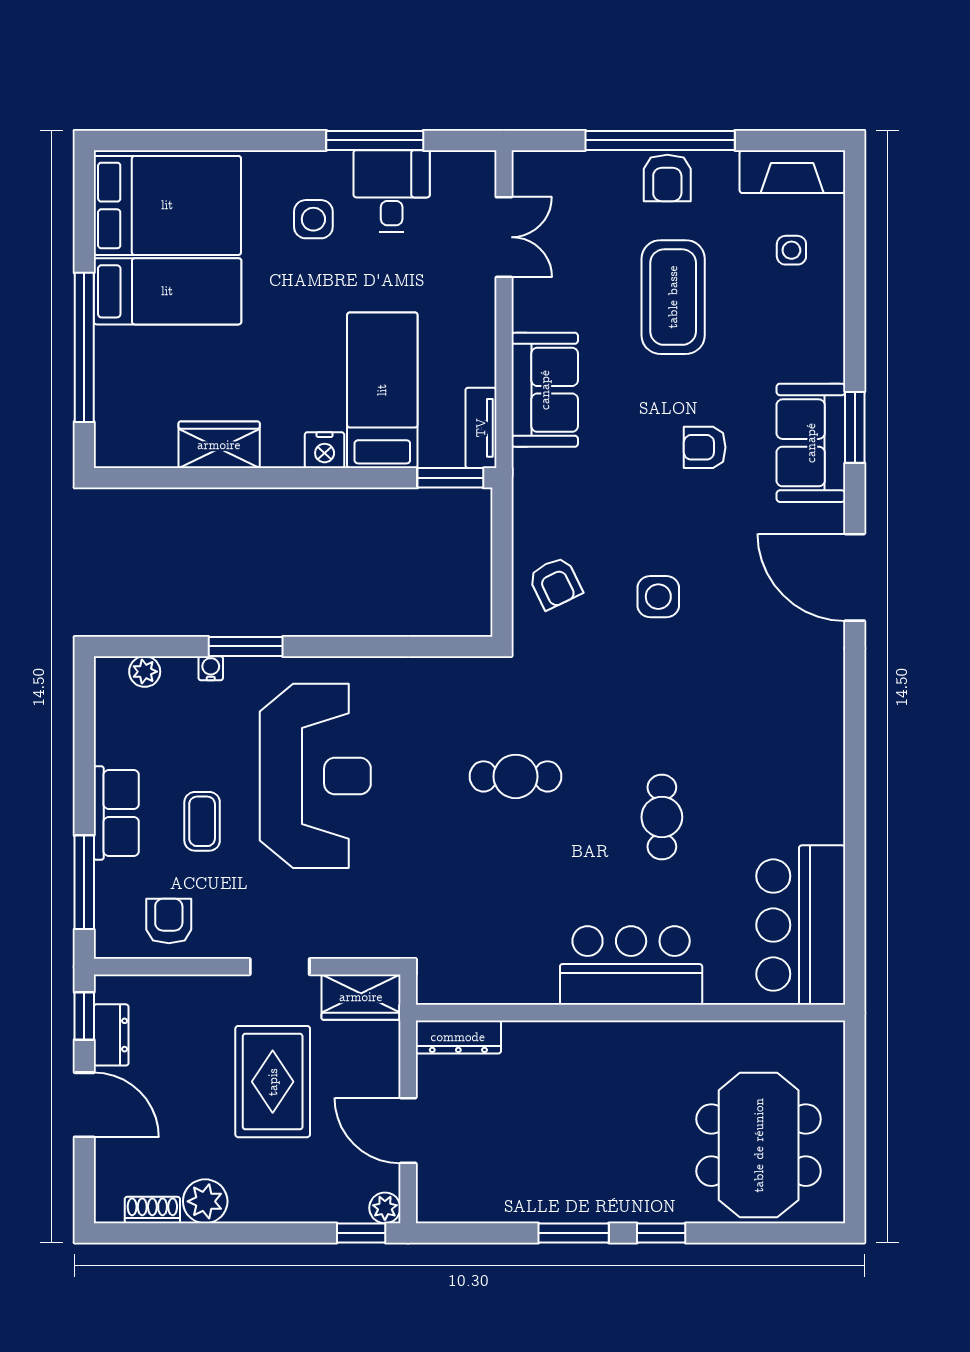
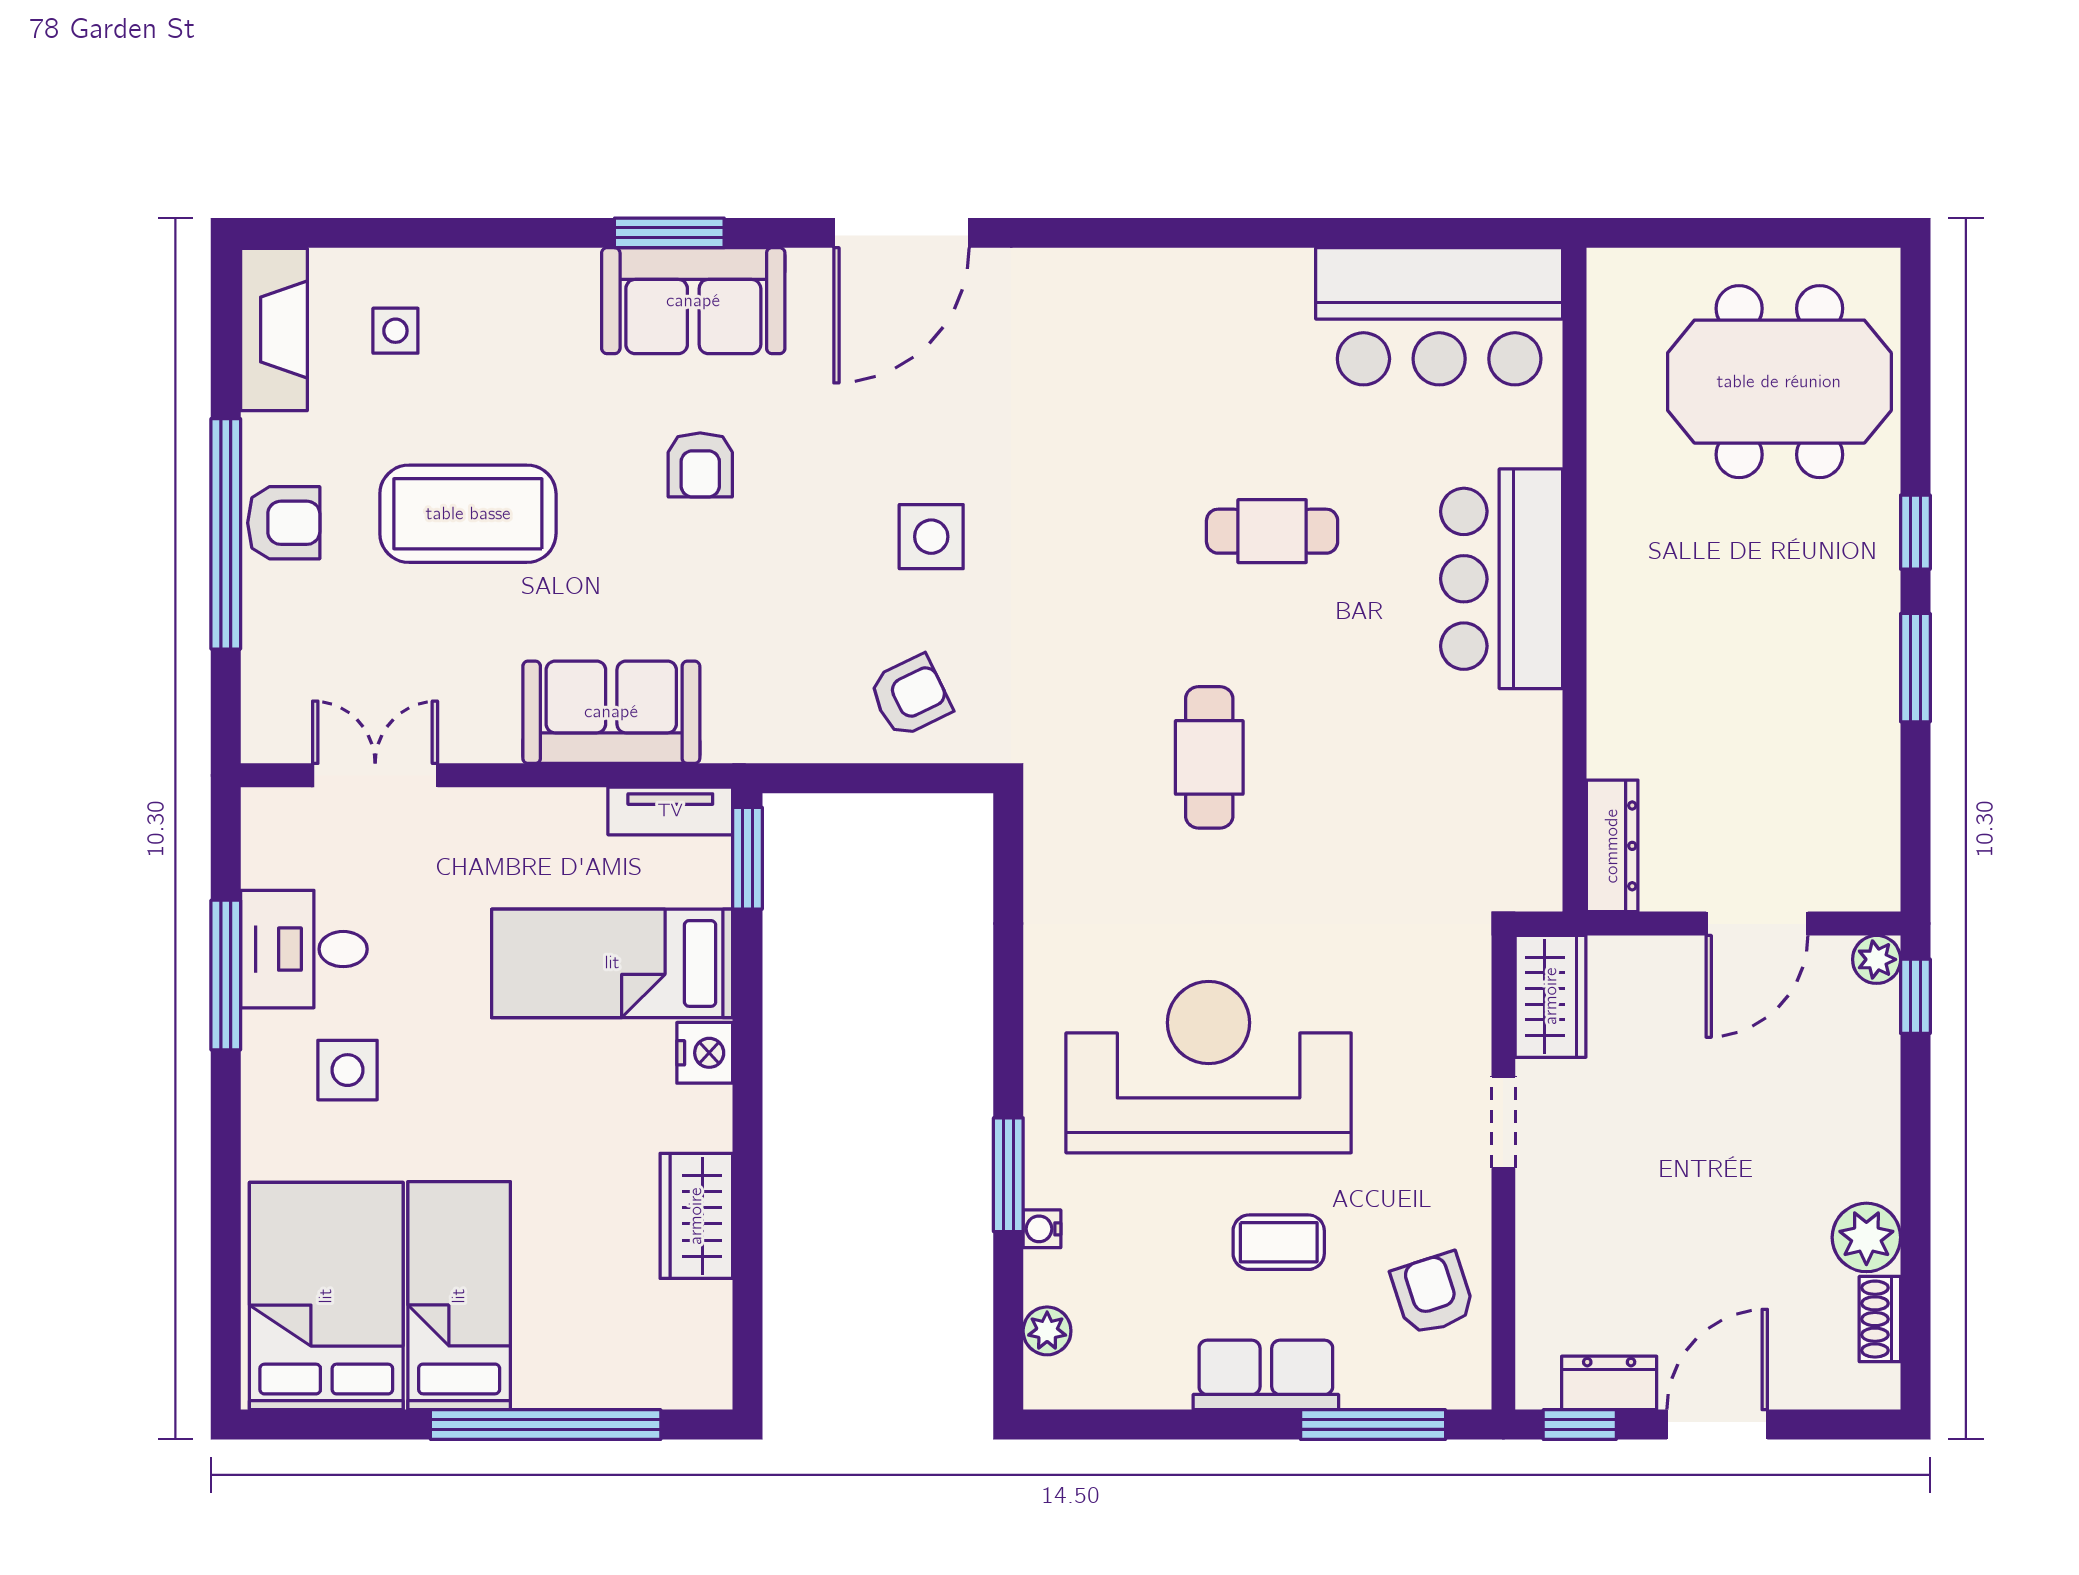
armchair: (169, 921) -> (1433, 1294), turned 72
rug: (273, 1082) -> (1681, 1133), removed

